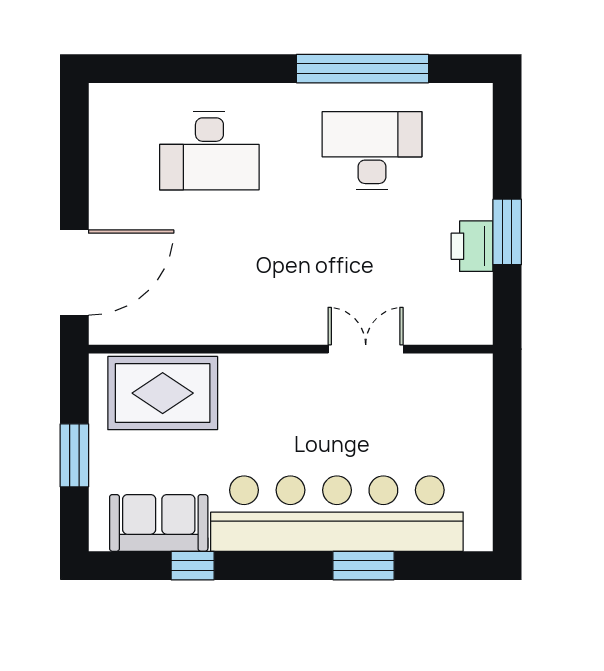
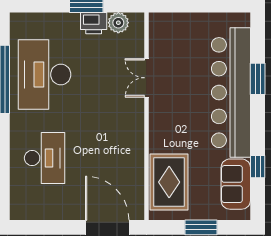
desk: (372, 151) -> (45, 74), width x1.36, depth x1.30
plant: (473, 294) -> (118, 23), added

